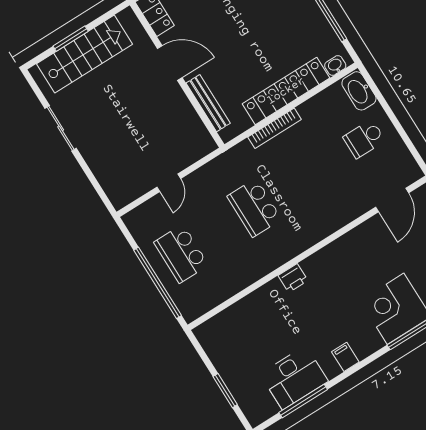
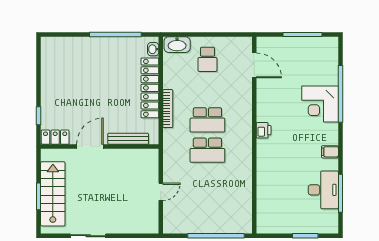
door: (169, 183) -> (161, 192), hinge flipped
school desk: (181, 254) -> (207, 120), moved
printer: (293, 278) -> (264, 130), moved

